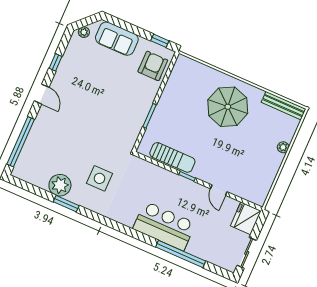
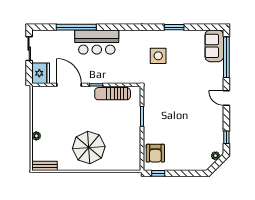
sofa: (117, 39) -> (214, 46), moved, turned -90
window: (55, 62) -> (226, 137), moved
bench: (284, 106) -> (45, 166), width x0.73
plant: (60, 185) -> (184, 38), removed
door: (219, 190) -> (69, 85), width x1.87

